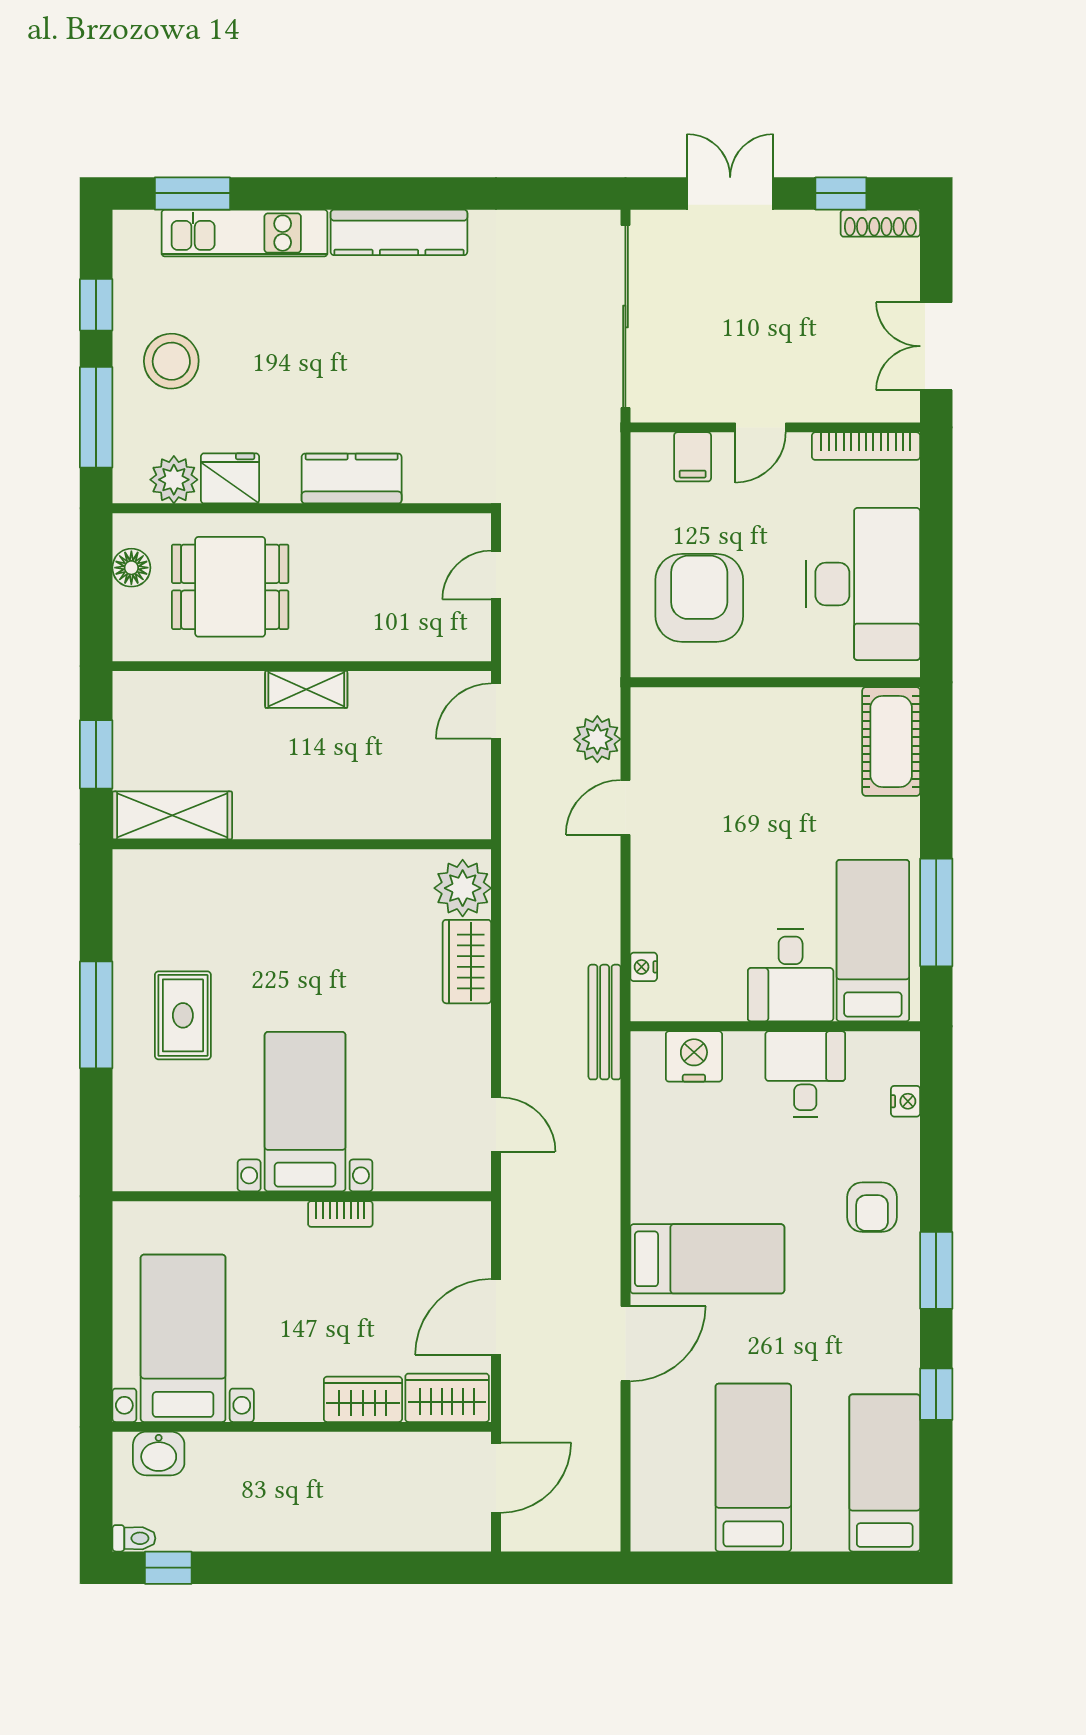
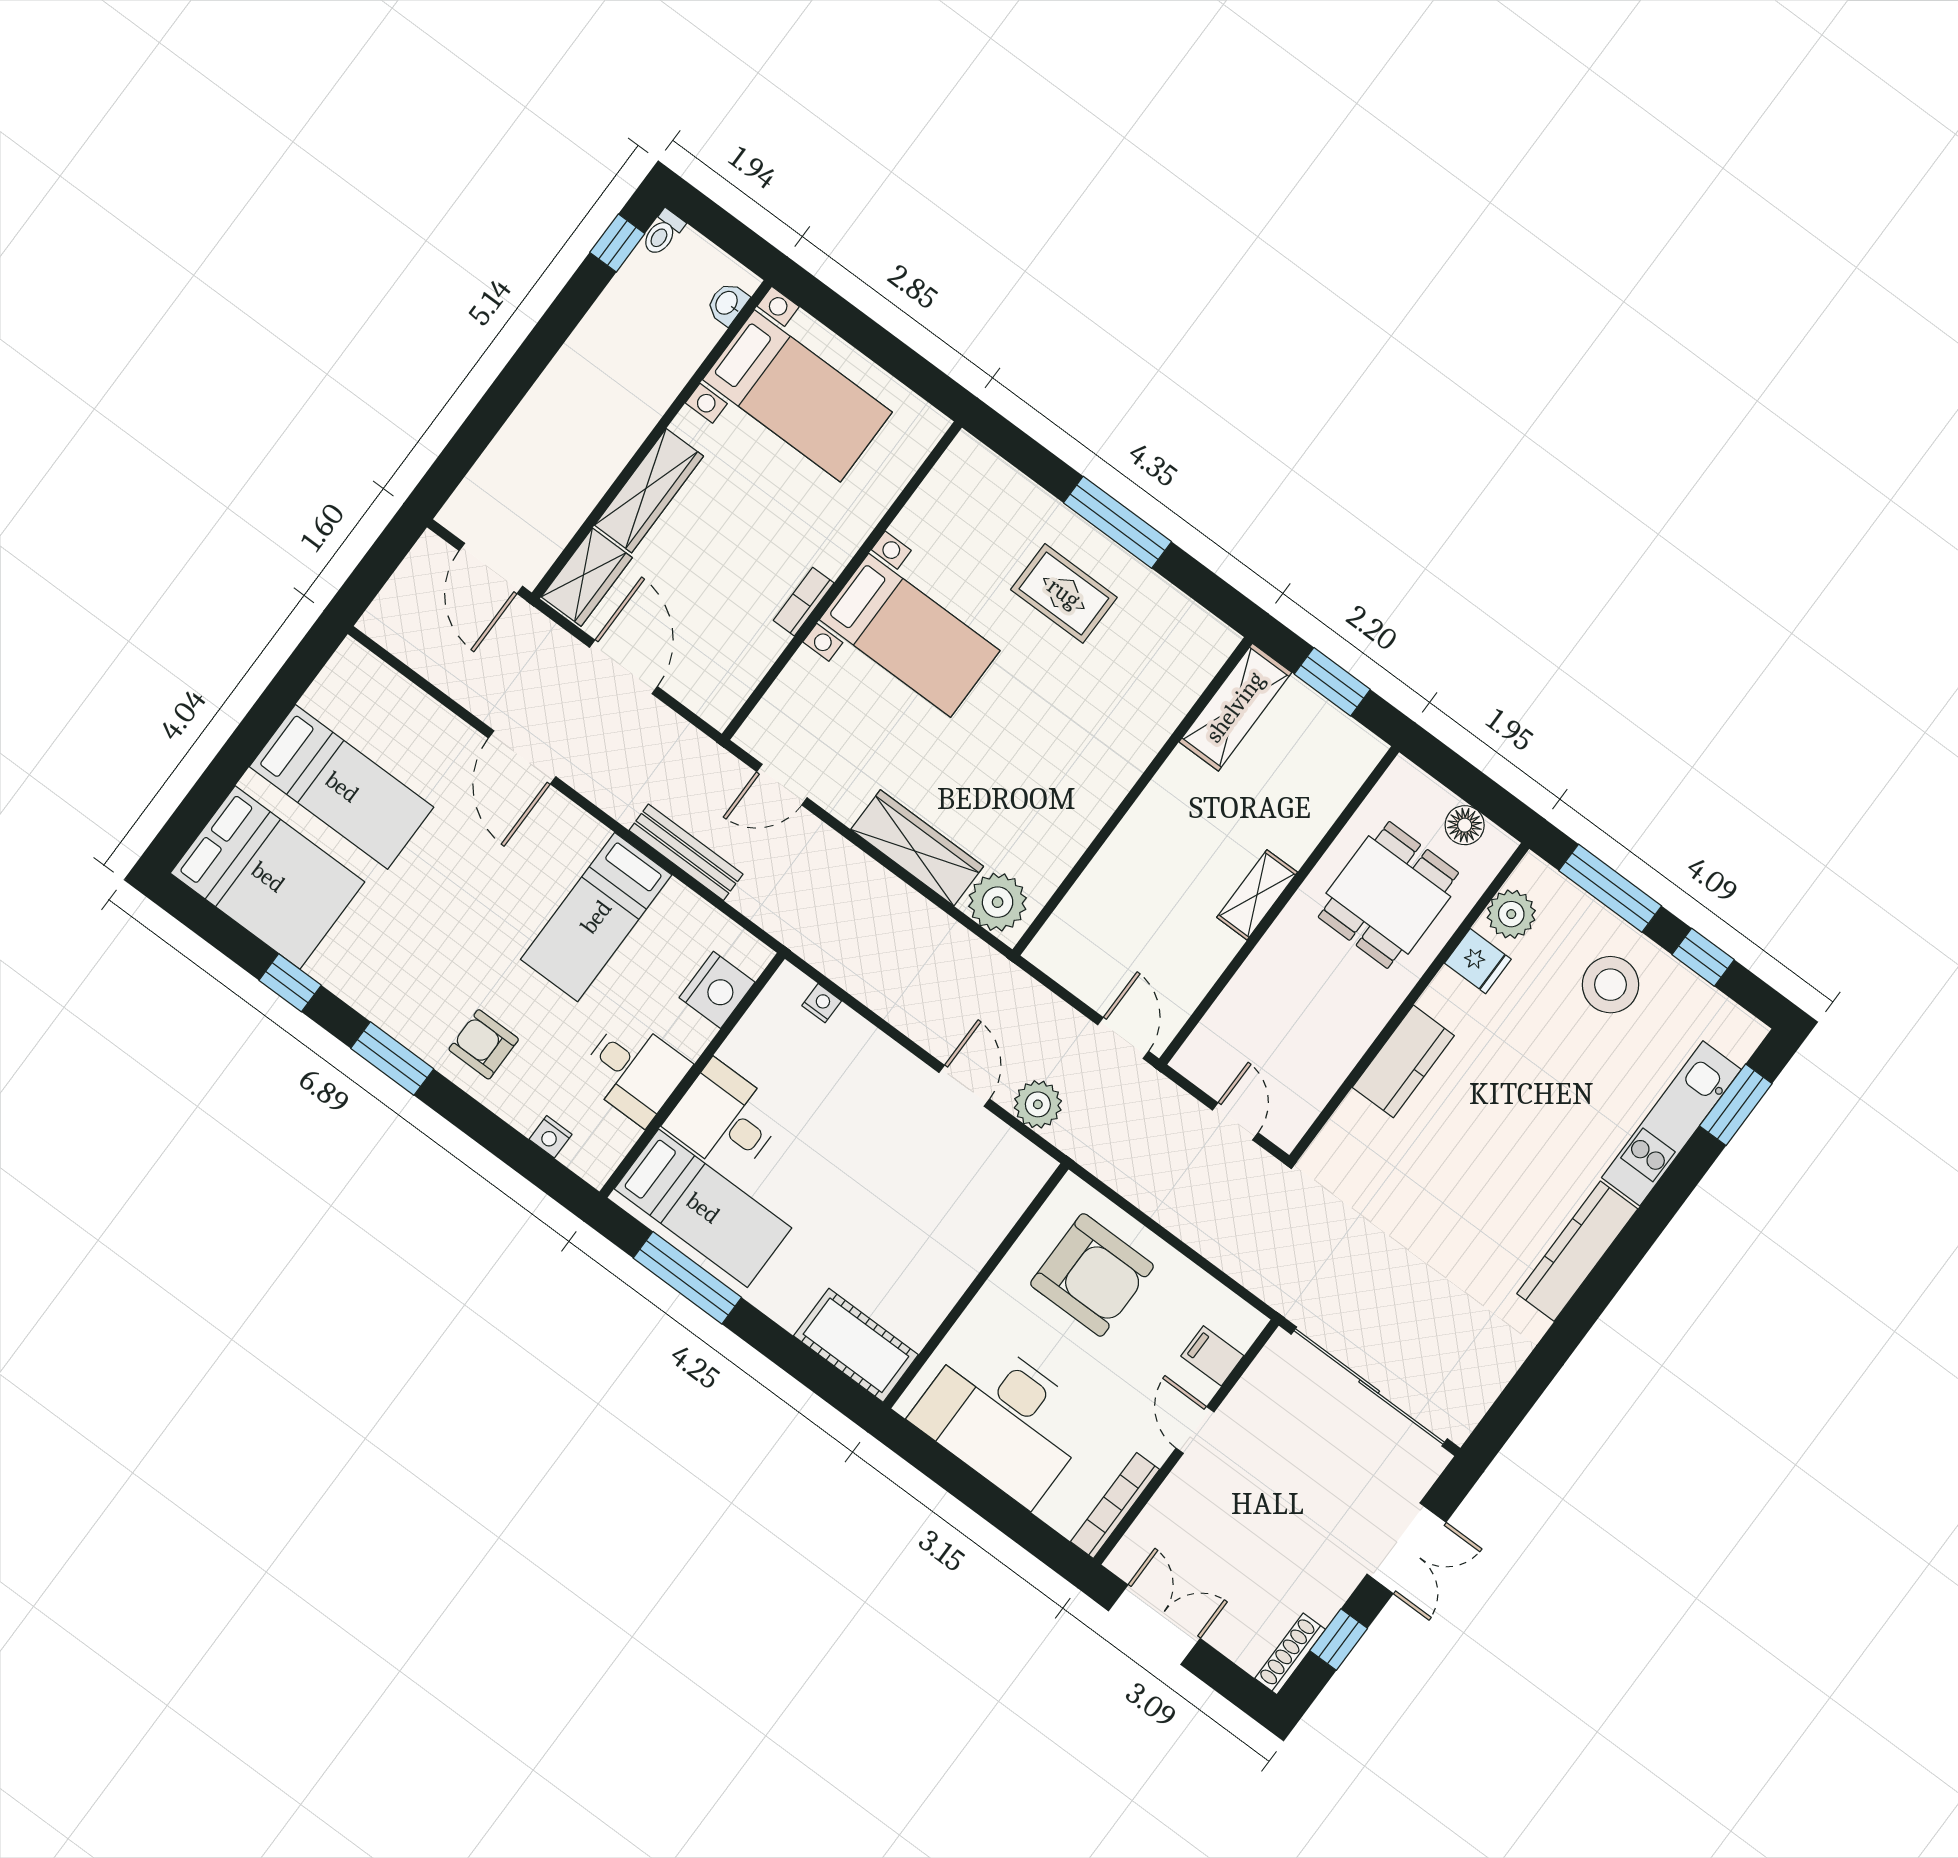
fridge: (230, 478) -> (1478, 961), width x0.72
wardrobe: (467, 962) -> (917, 848), width x1.50
bench: (605, 1022) -> (686, 852), moved
bed: (707, 1259) -> (596, 917), moved
wardrobe: (363, 1399) -> (649, 491), width x1.50
washbasin: (159, 1454) -> (727, 303), width x0.72, depth x0.69
bed: (885, 1473) -> (268, 877), width x1.50

